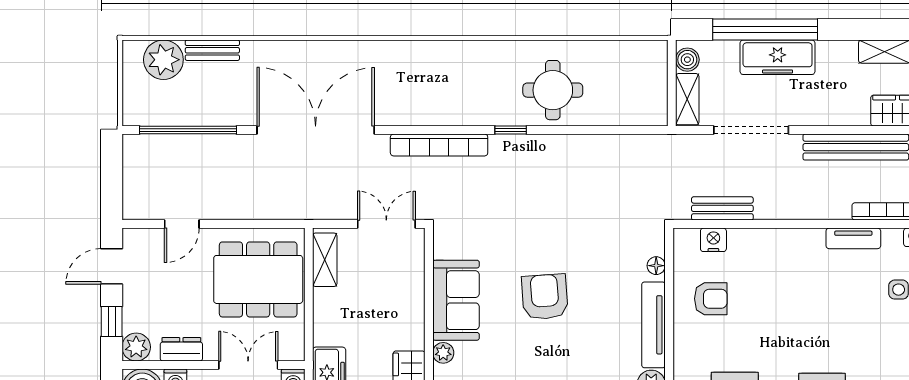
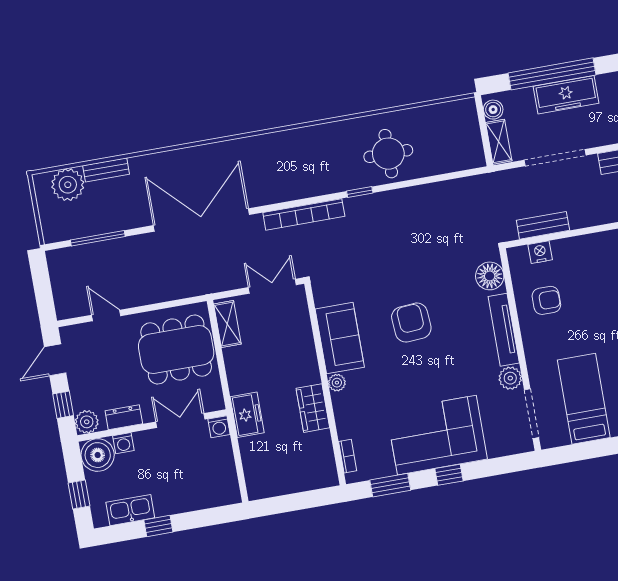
window: (188, 130) -> (98, 238), width x0.68
door: (182, 224) -> (106, 315), swing flipped
floor lamp: (656, 266) -> (490, 276), width x1.89, depth x1.89

